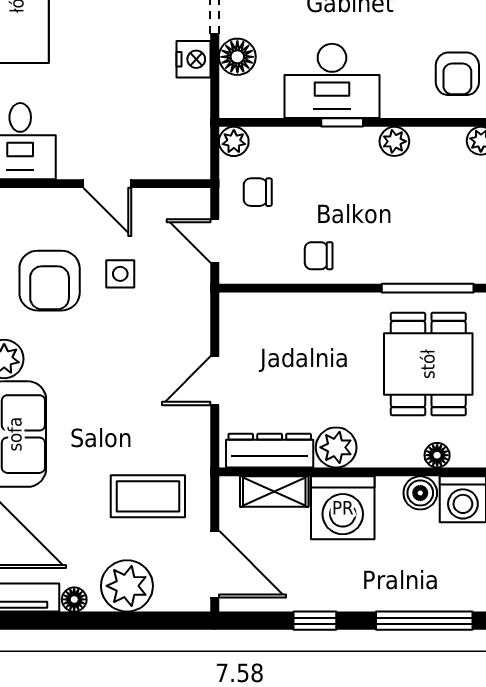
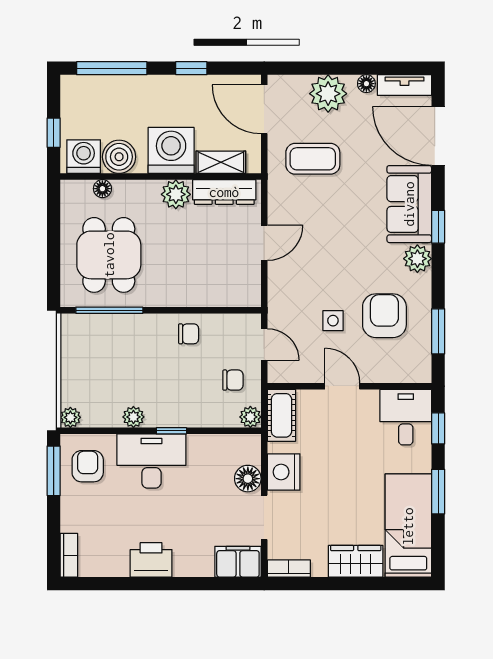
nightstand: (194, 59) -> (284, 472), width x1.36, depth x1.33
desk: (332, 81) -> (151, 461), moved
cot: (191, 144) -> (281, 415), added
boiler: (420, 493) -> (119, 157), width x1.36, depth x1.36

